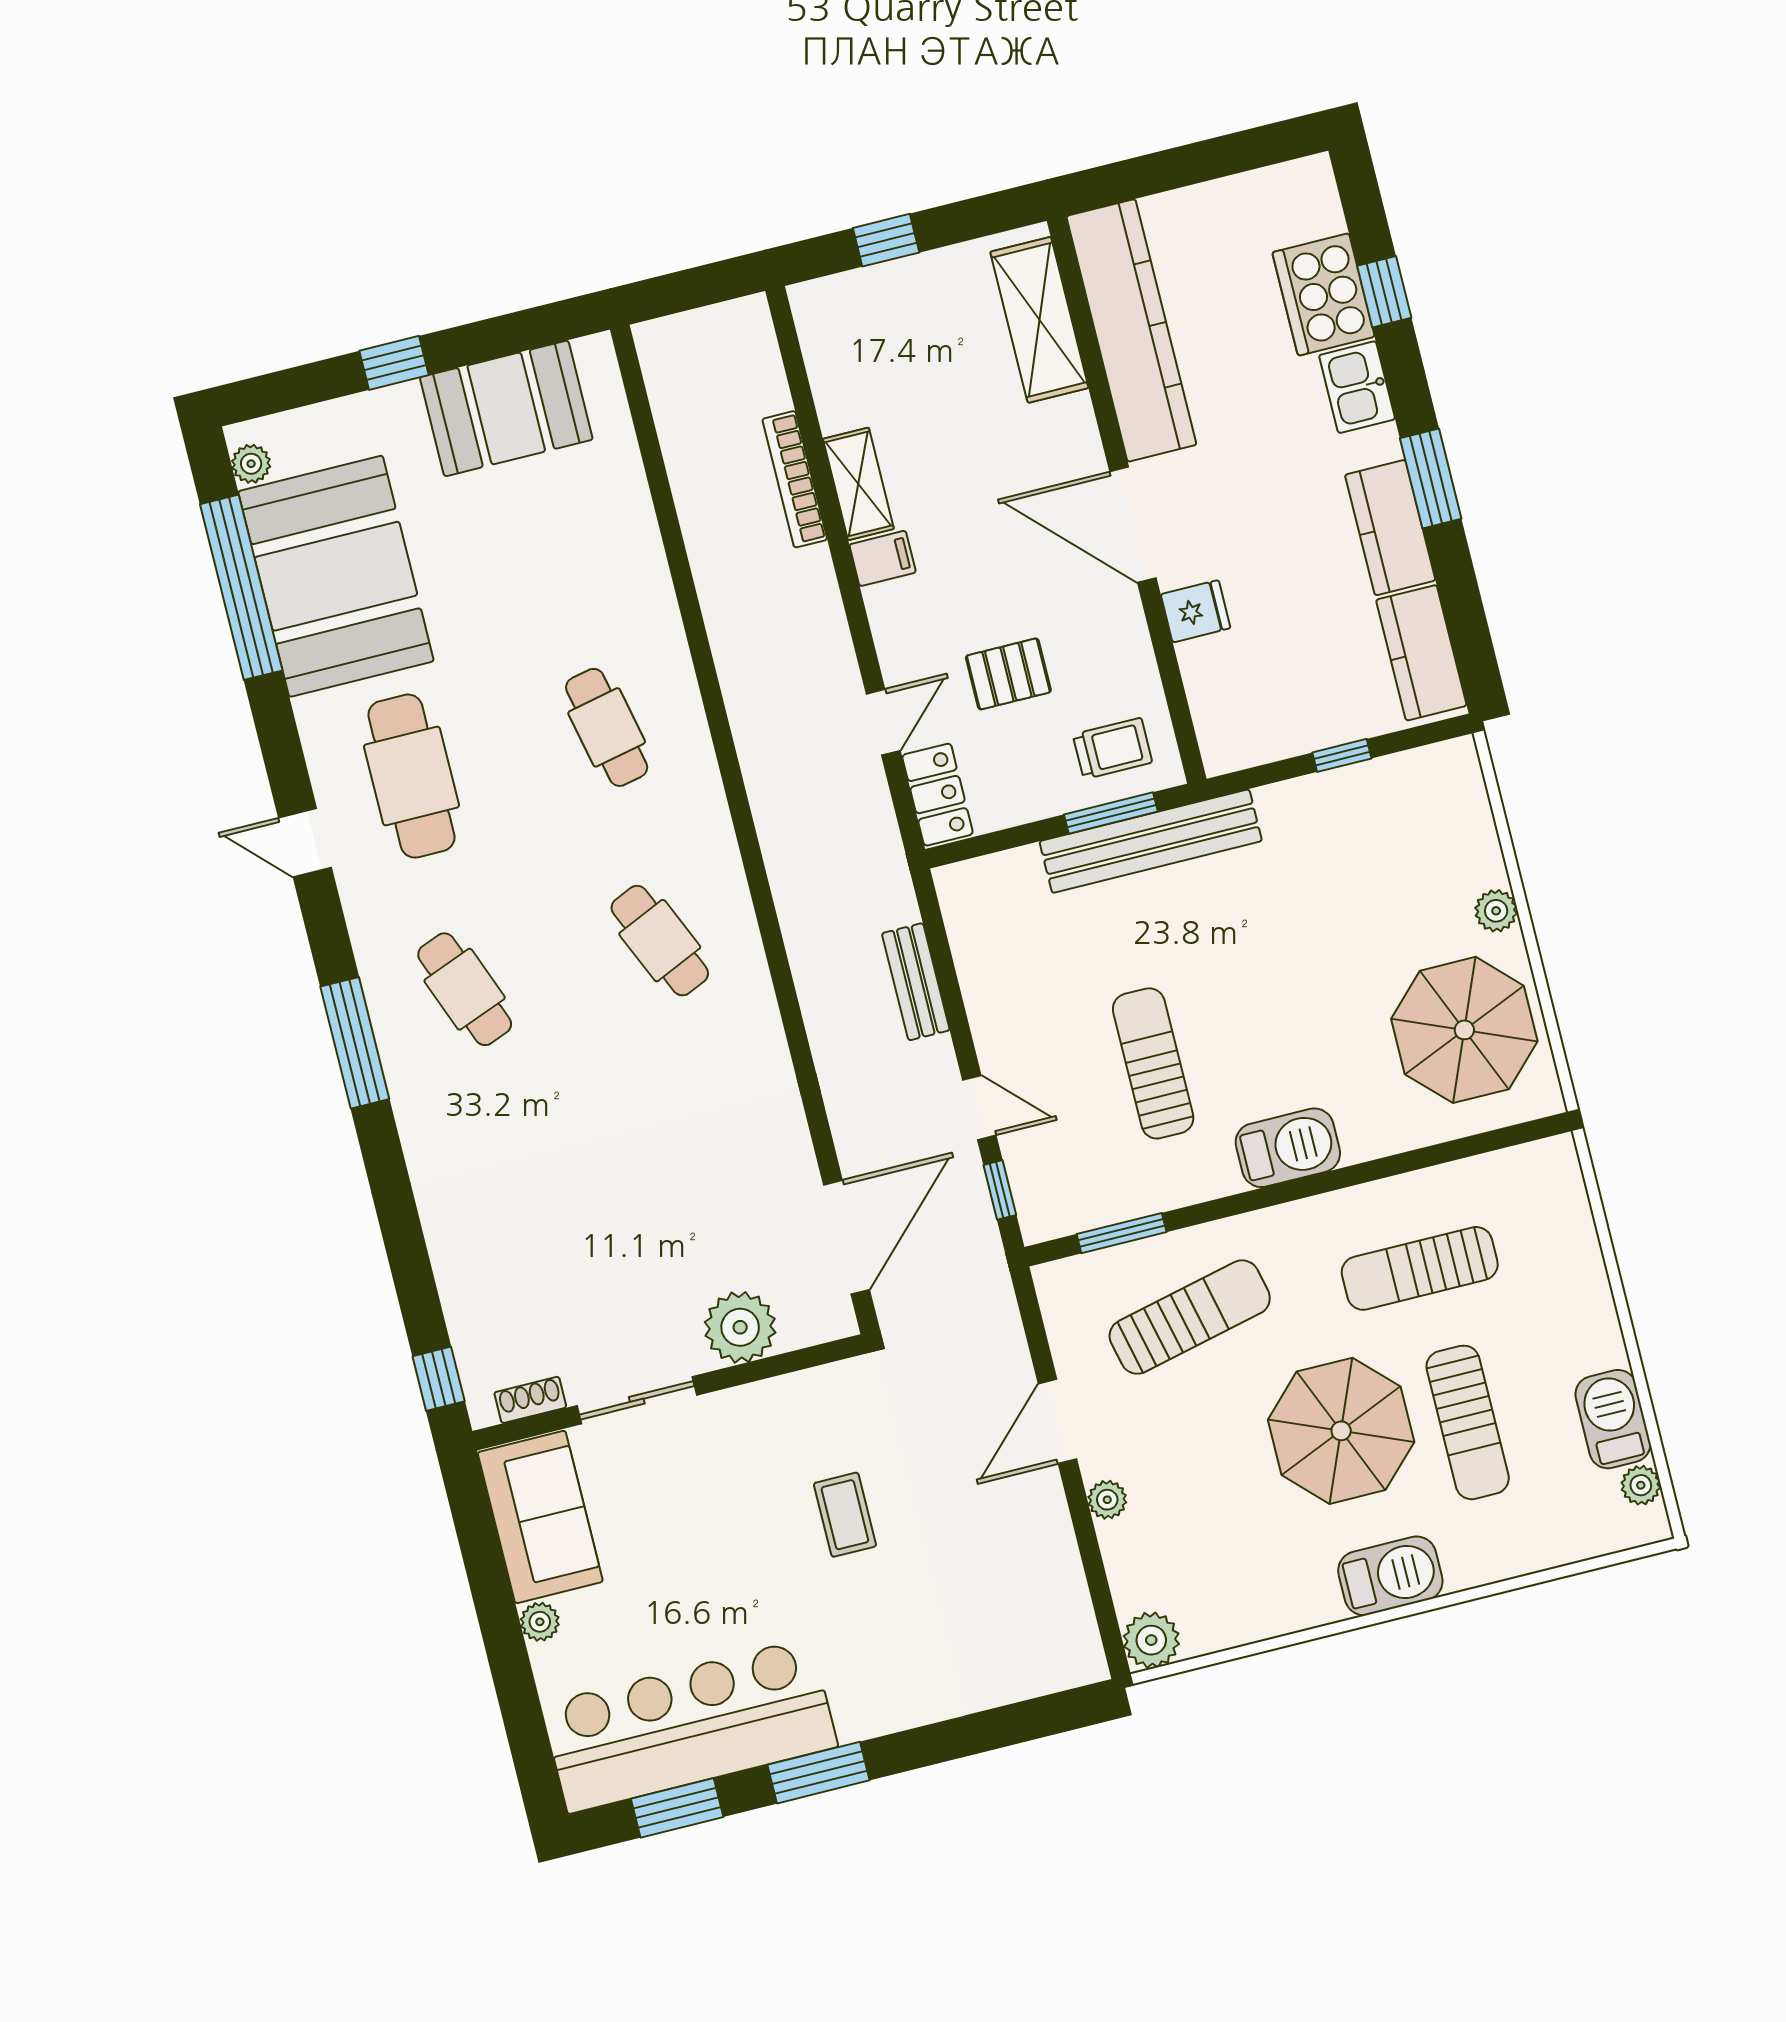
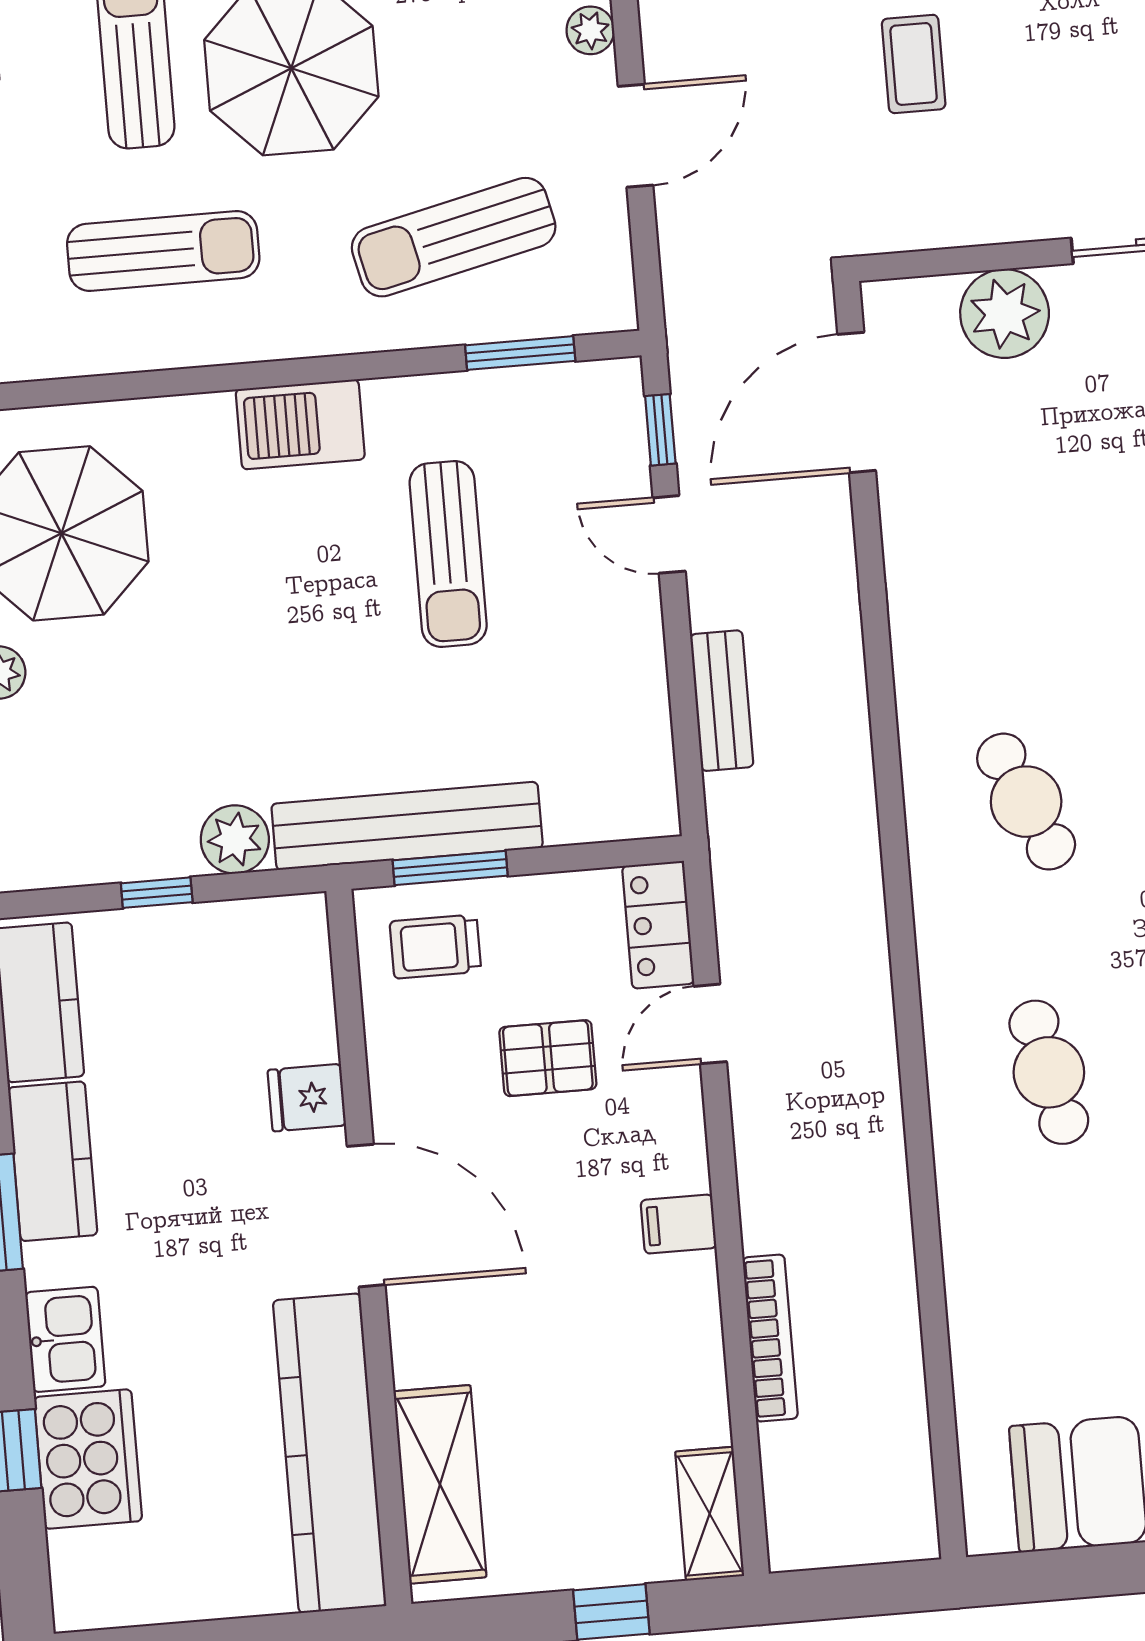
shelving: (858, 484) -> (710, 1514), moved
plant: (1286, 808) -> (235, 839), added

